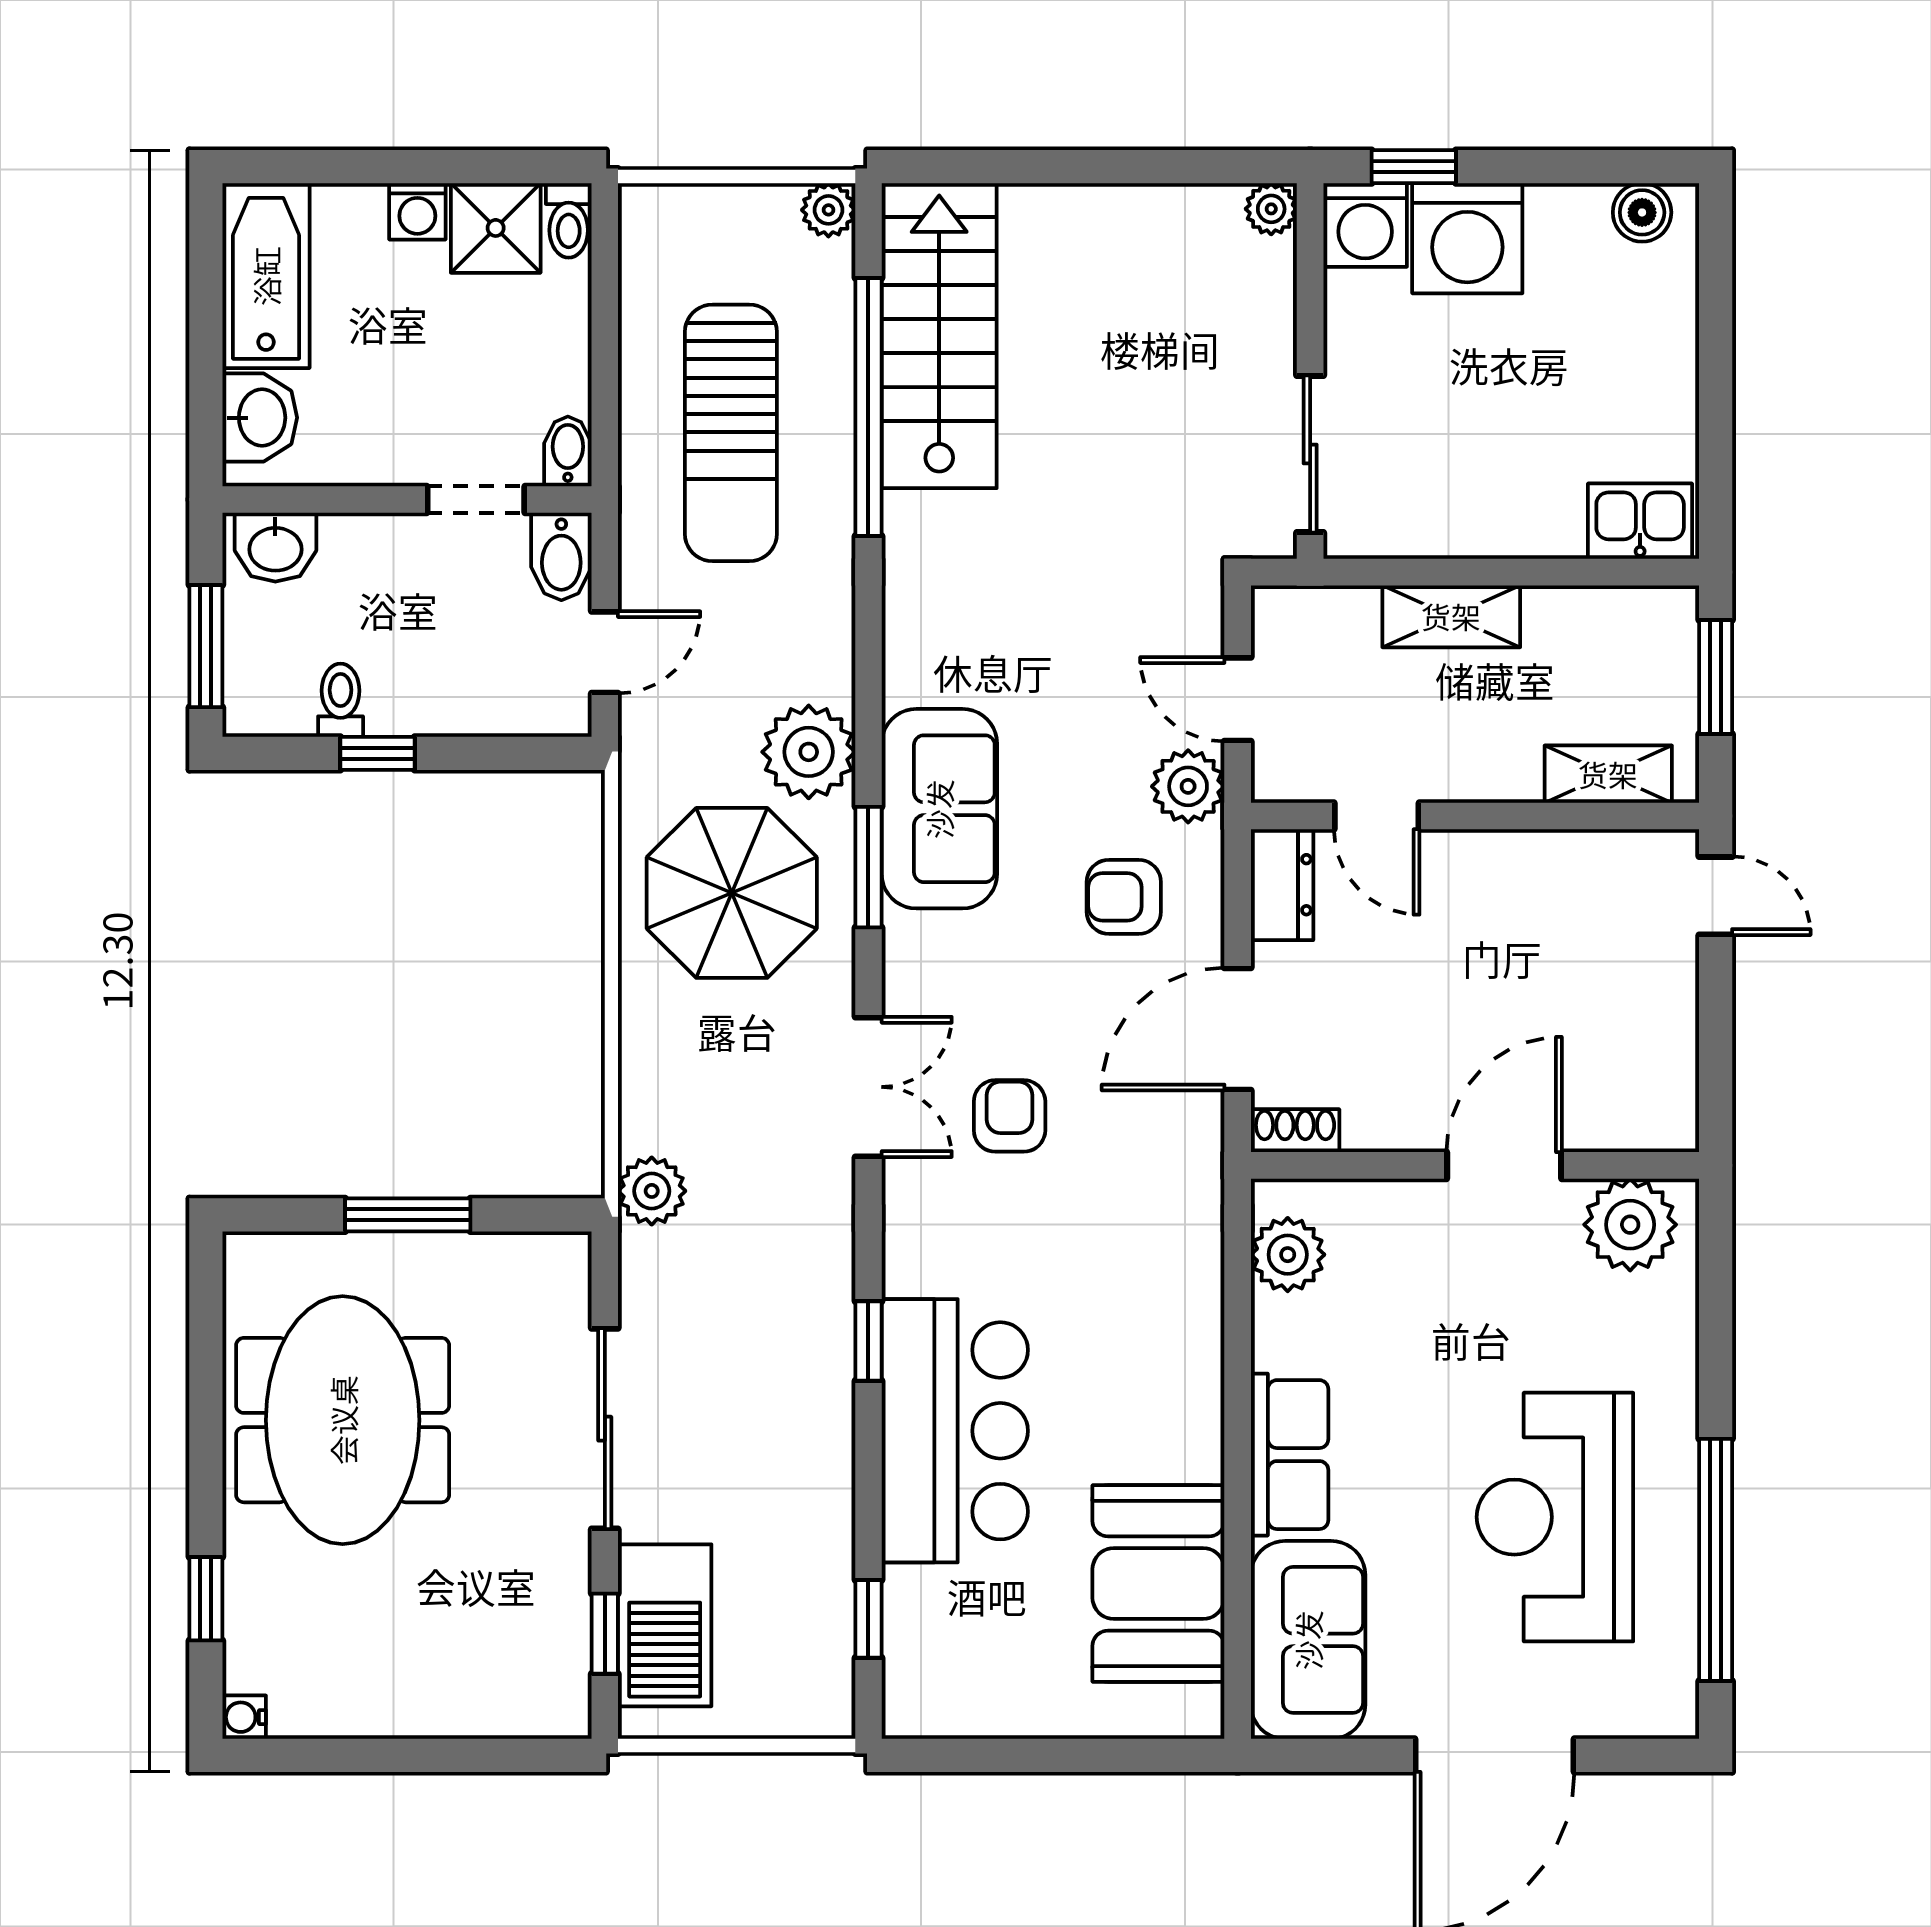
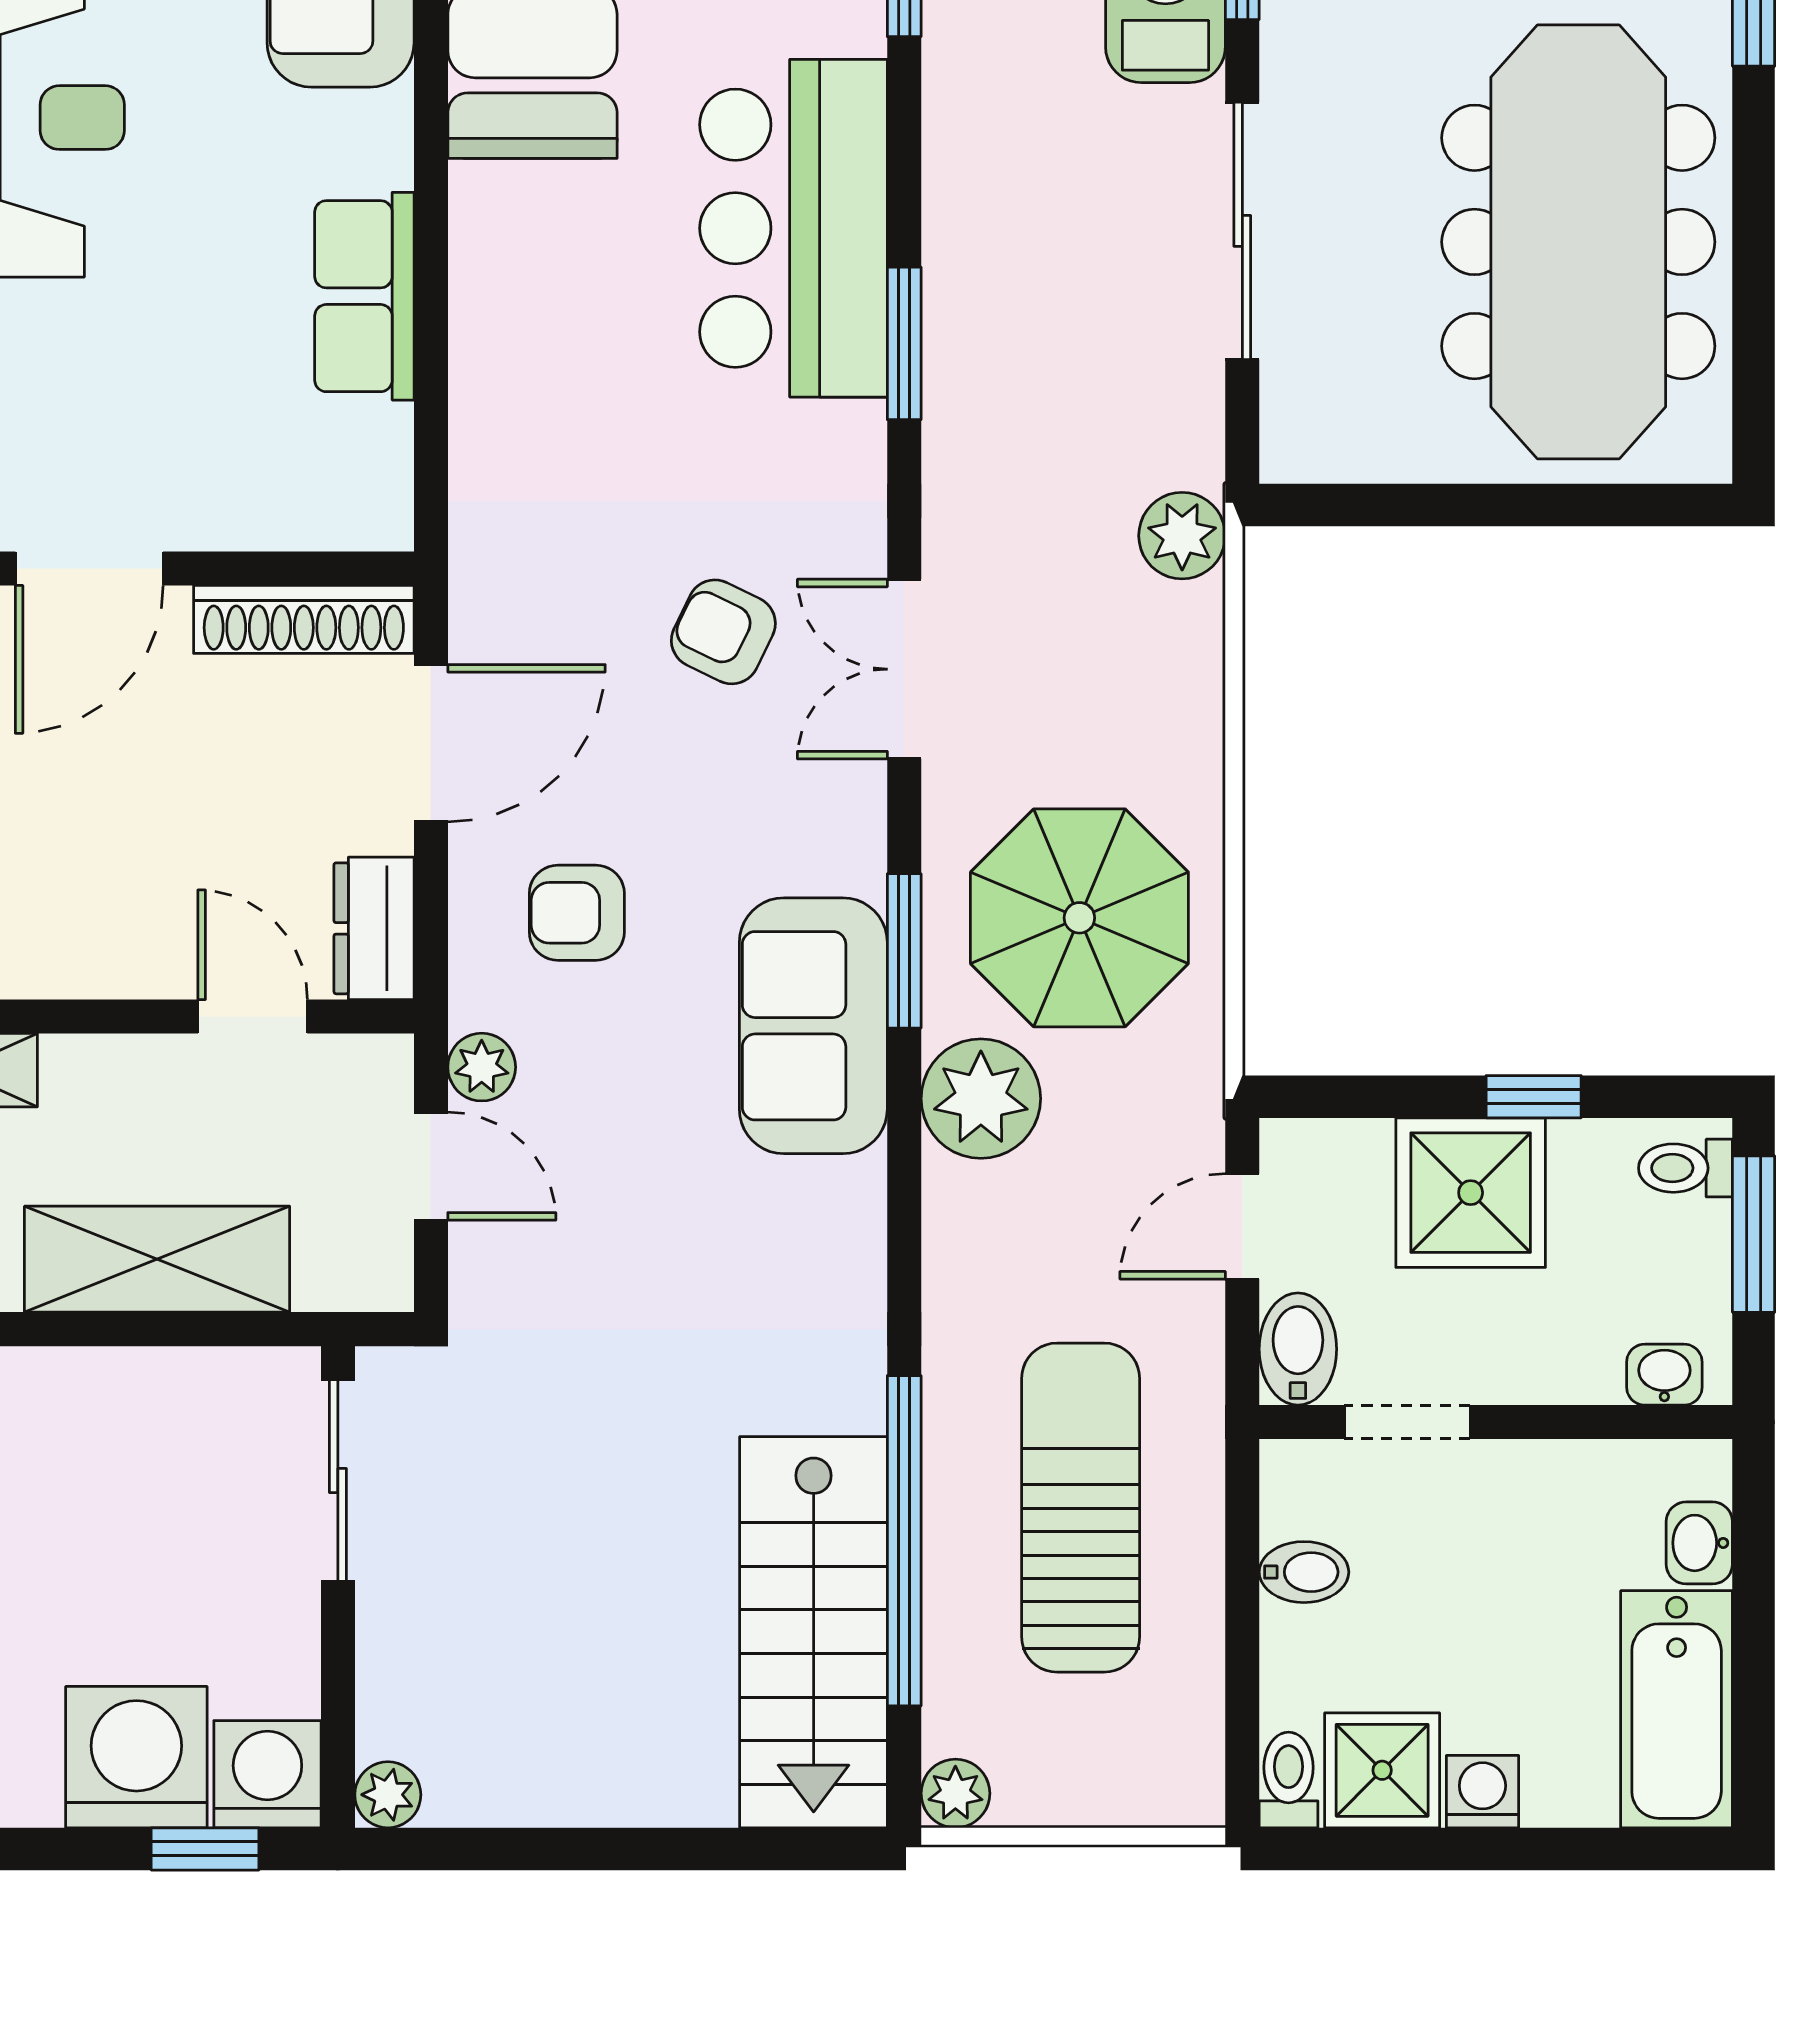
washbasin: (260, 418) -> (1699, 1543), width x0.72, depth x0.69
bidet: (568, 451) -> (1304, 1572), moved, turned -90
washbasin: (275, 547) -> (1664, 1375), width x0.72, depth x0.69
shelving: (1451, 616) -> (157, 1259), width x1.50, depth x1.33
shower: (427, 679) -> (1471, 1193), added
toilet: (341, 700) -> (1685, 1168), moved, turned 90
plant: (1188, 786) -> (482, 1067), width x0.73, depth x0.73
armchair: (1124, 897) -> (577, 913), turned 180
armchair: (1010, 1116) -> (723, 632), turned 116
shoe rack: (1295, 1131) -> (304, 619), width x1.94, depth x1.24
window: (408, 1215) -> (1495, 505), removed
plant: (1288, 1255) -> (367, 454), removed
window: (868, 1341) -> (904, 343), width x1.50
meeting table: (343, 1420) -> (1578, 242), width x1.36
row of seats: (1290, 1455) -> (364, 296), moved

